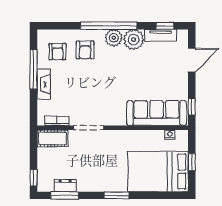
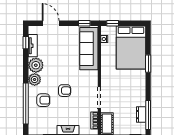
window: (109, 26) -> (26, 103), moved
armchair: (57, 52) -> (65, 91), moved
window: (192, 162) -> (113, 23), moved
window: (65, 195) -> (148, 115), width x1.44
window: (117, 195) -> (148, 64), moved

